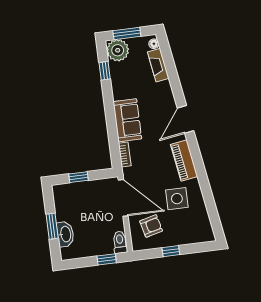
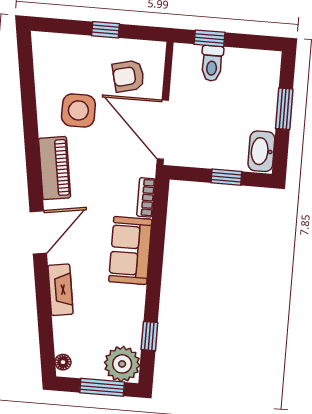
fireplace: (158, 65) -> (61, 290), moved
washbasin: (65, 234) -> (261, 151), moved
toilet: (120, 242) -> (212, 63), moved

